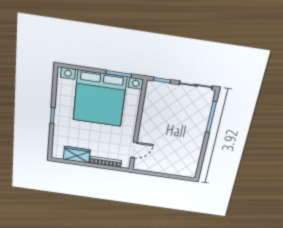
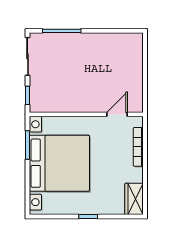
door: (134, 150) -> (117, 114), hinge flipped
wardrobe: (77, 155) -> (134, 199), moved

